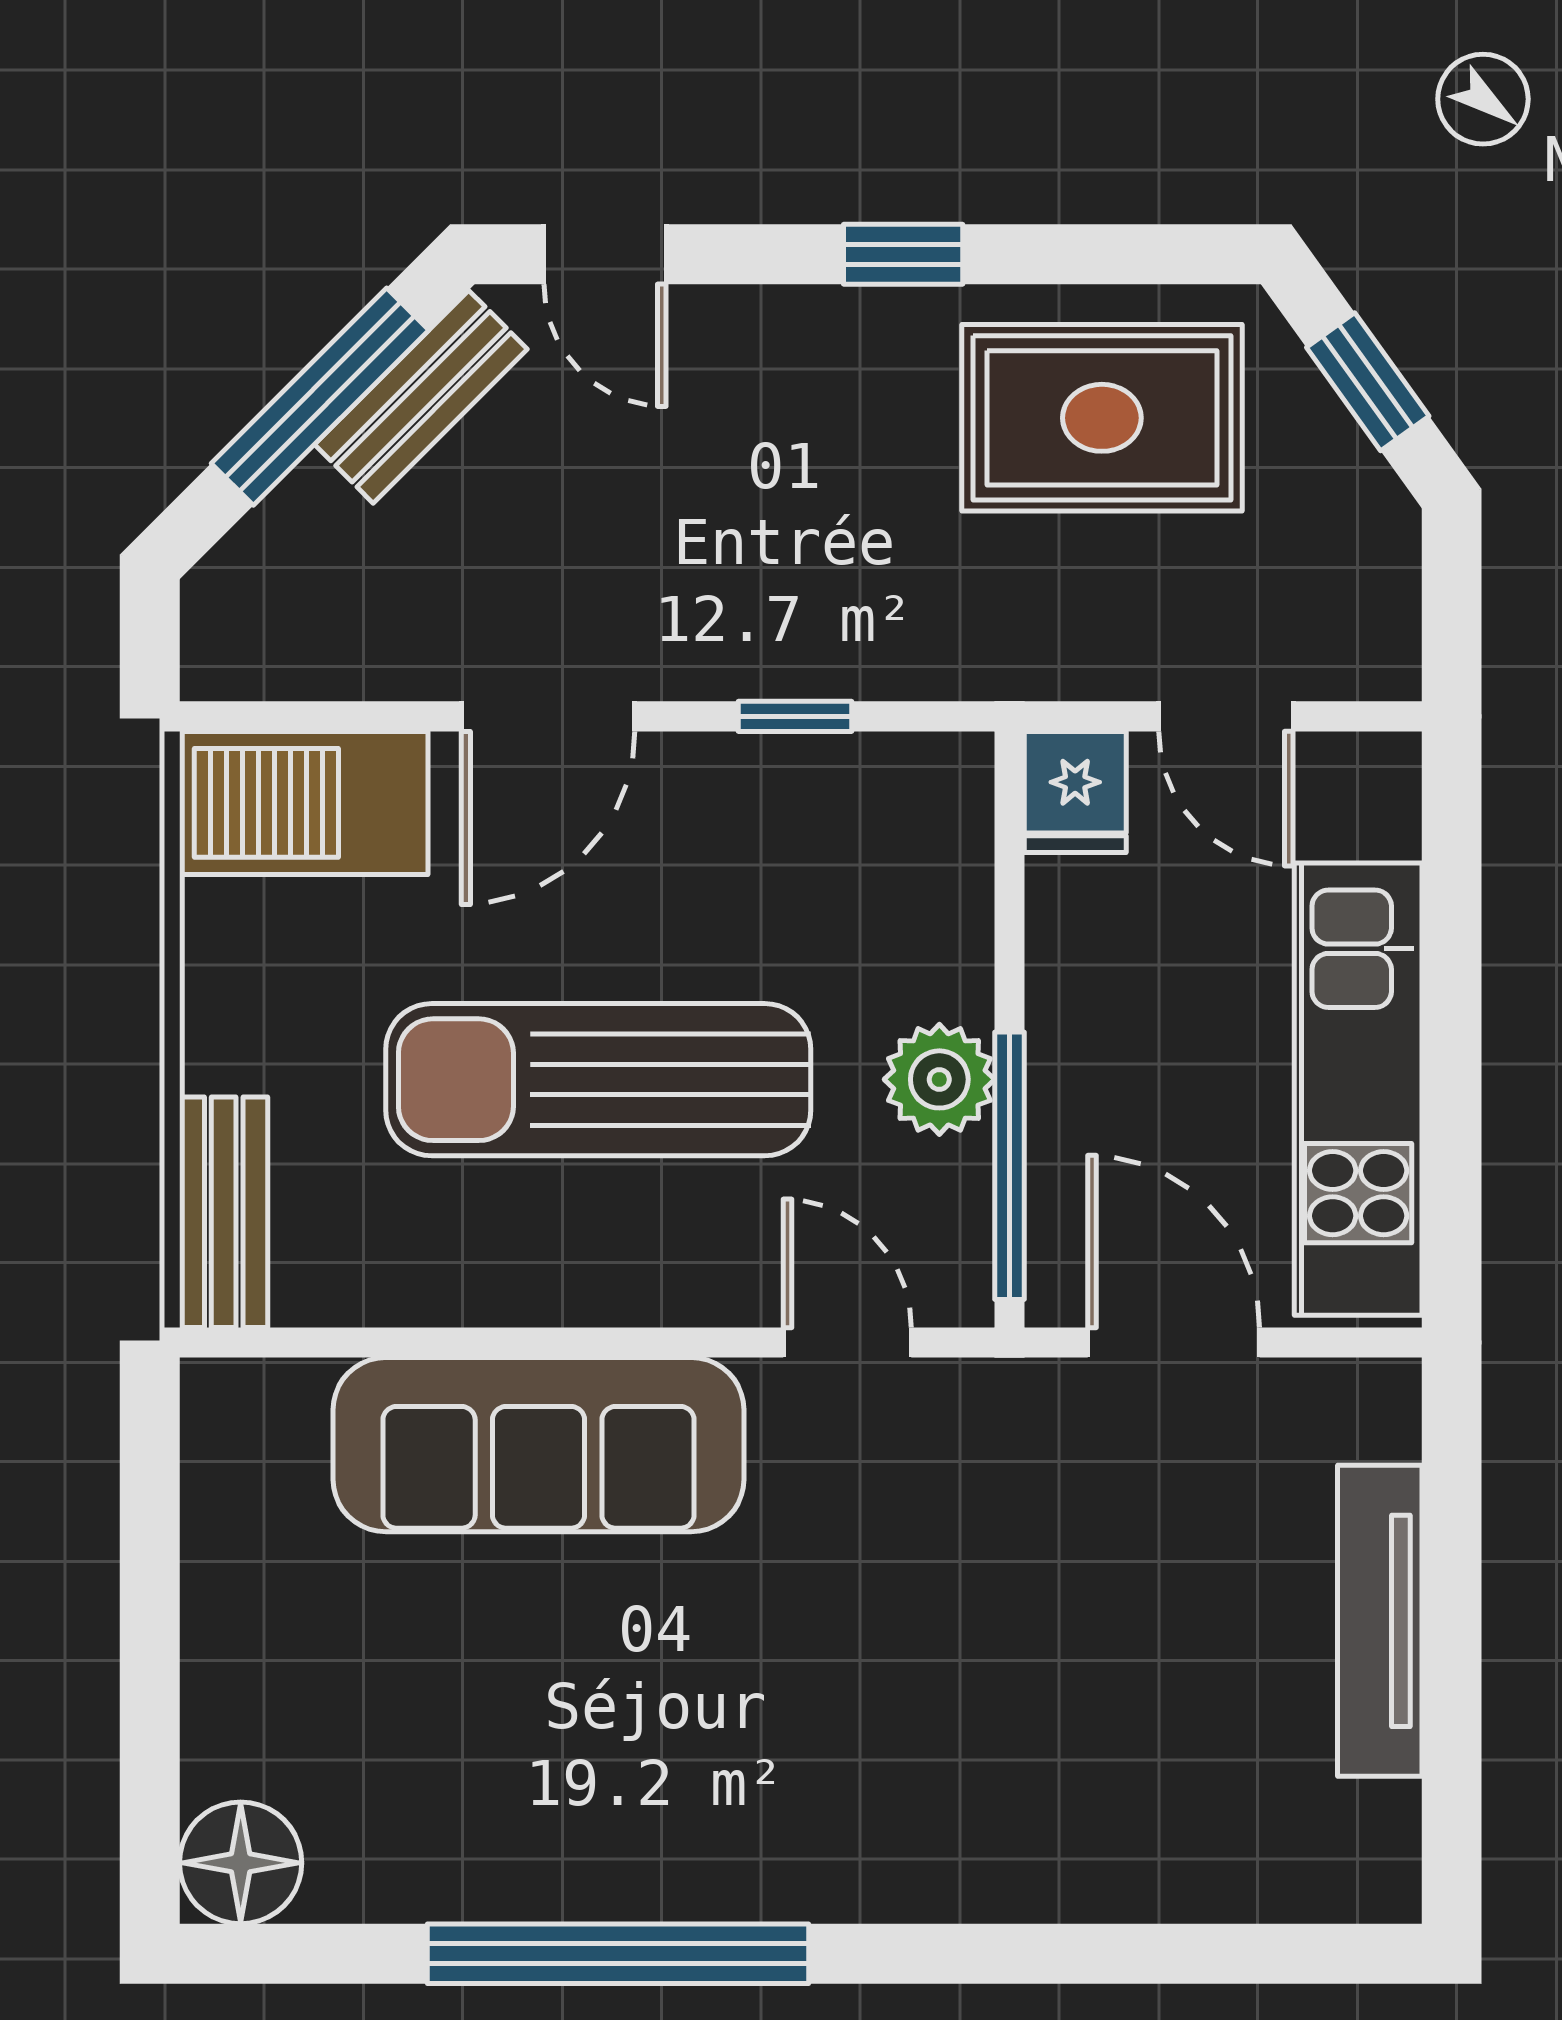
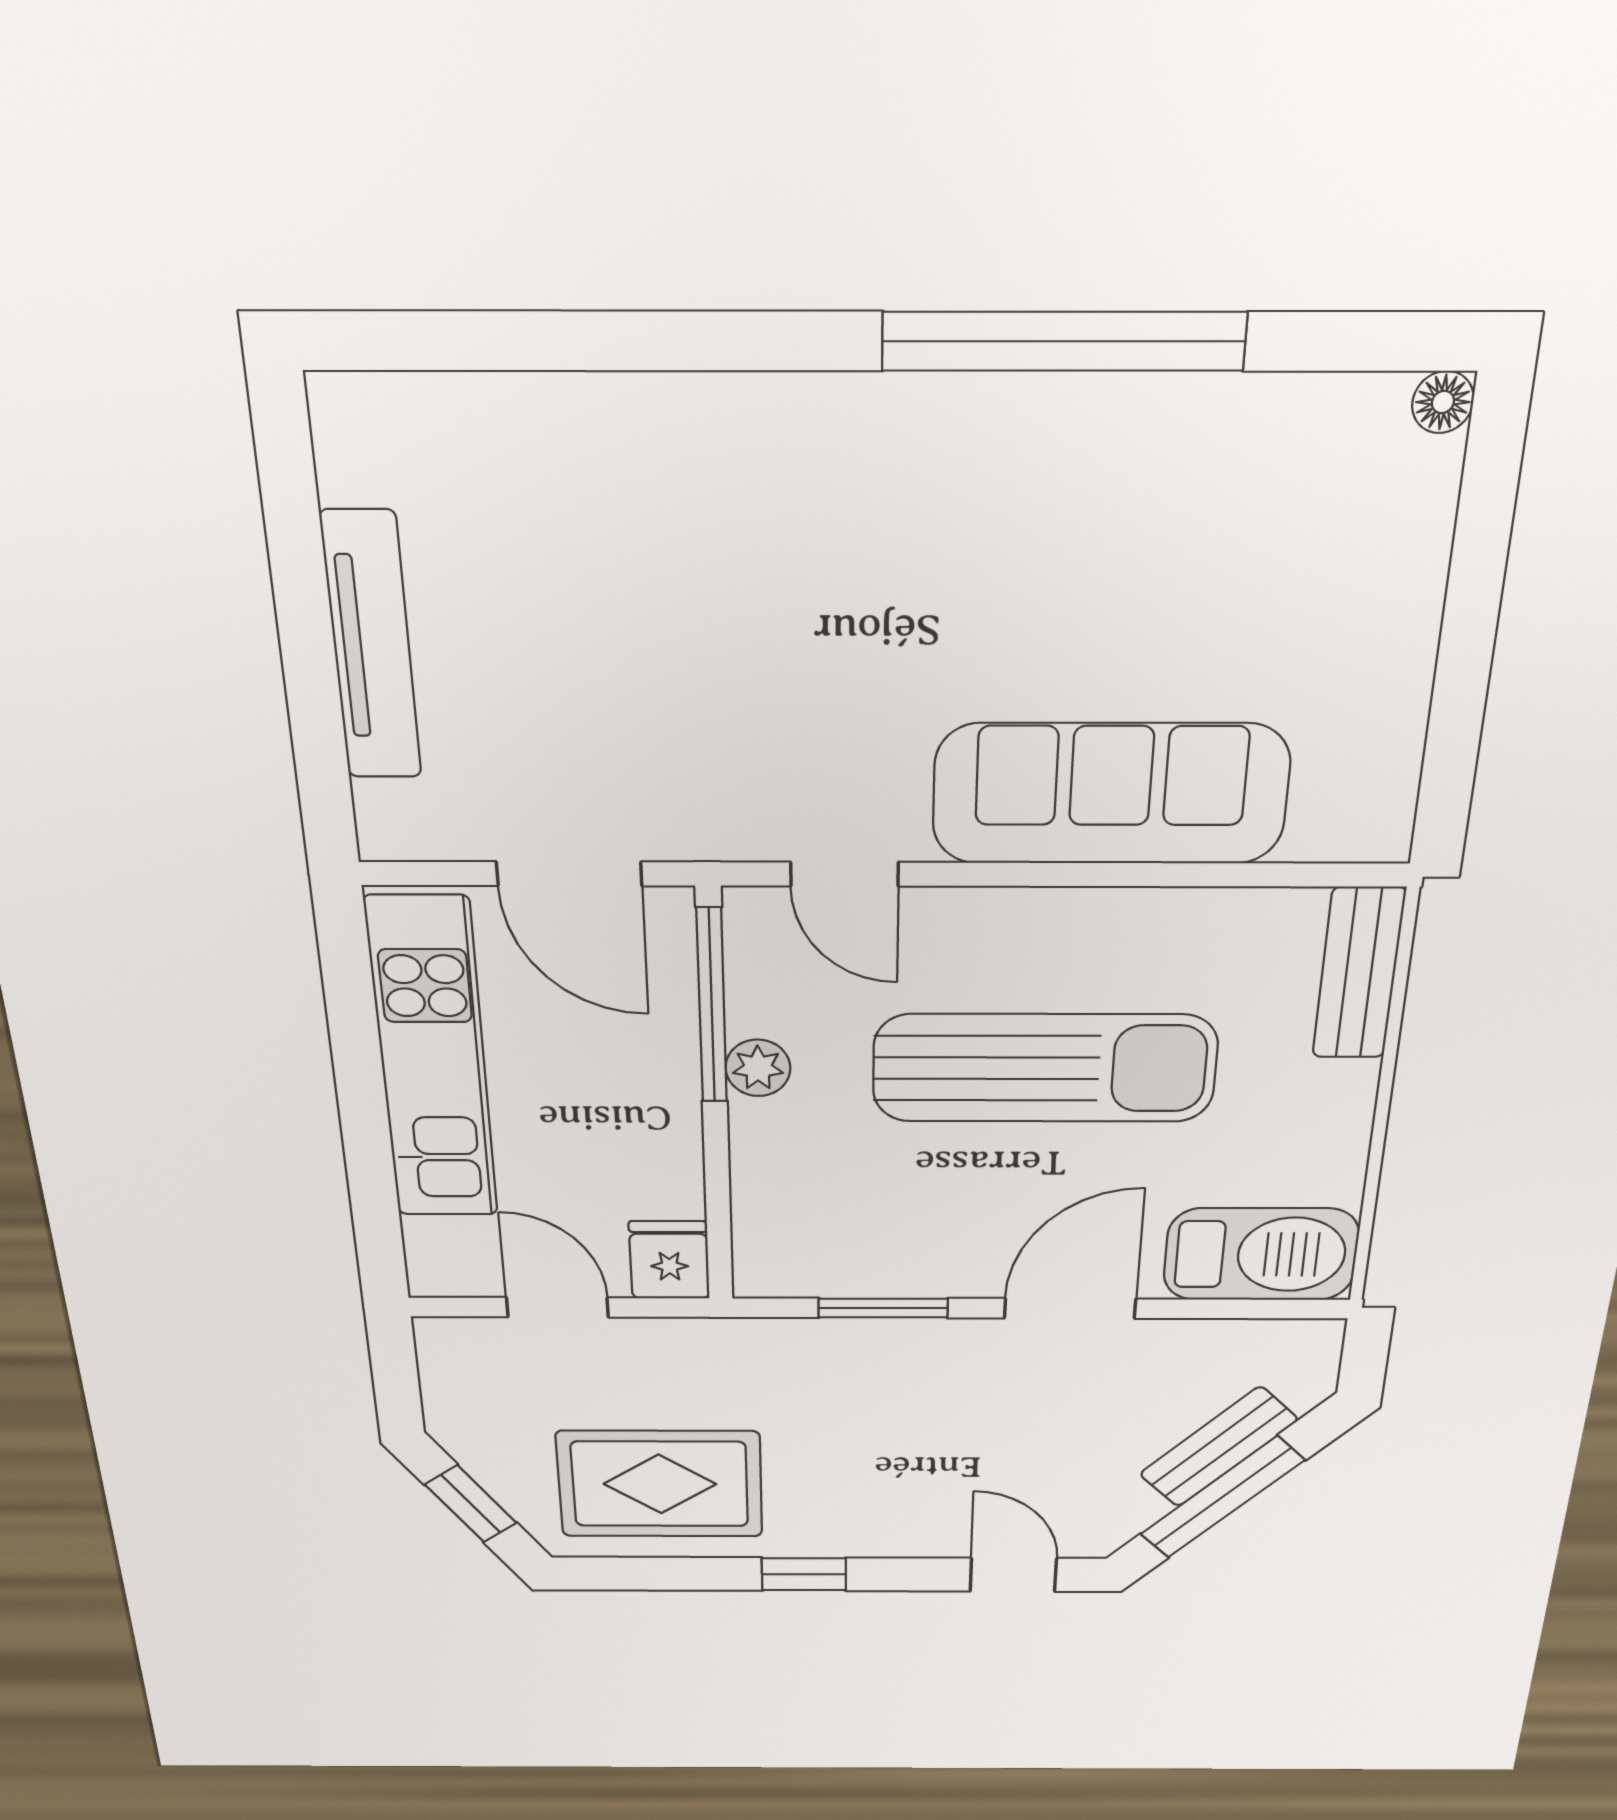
bench: (421, 397) -> (1218, 1447), moved
window: (795, 716) -> (883, 1308), width x1.50
plant: (939, 1079) -> (758, 1068), width x0.73, depth x0.73
floor lamp: (241, 1863) -> (1443, 402), width x0.53, depth x0.53

